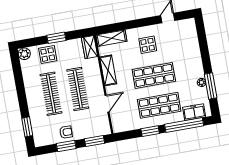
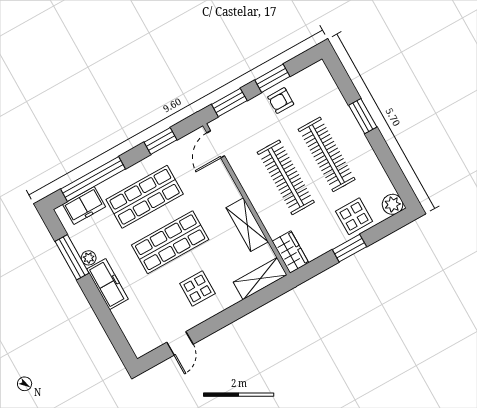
freezer: (196, 64) -> (107, 284), added
door: (107, 104) -> (216, 144), moved
window: (27, 127) -> (363, 116), moved
window: (150, 131) -> (160, 141), moved

